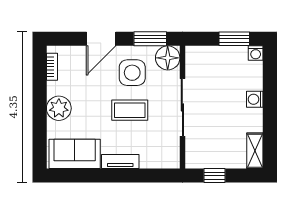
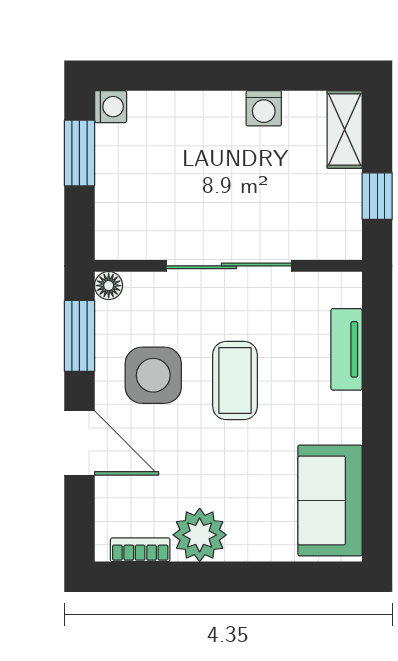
floor lamp: (168, 58) -> (109, 286), width x0.53, depth x0.53
washing machine: (255, 99) -> (264, 108), moved
plant: (59, 108) -> (200, 535), moved
shelving: (255, 151) -> (345, 129), moved, turned 90
tv unit: (120, 161) -> (347, 349), moved

